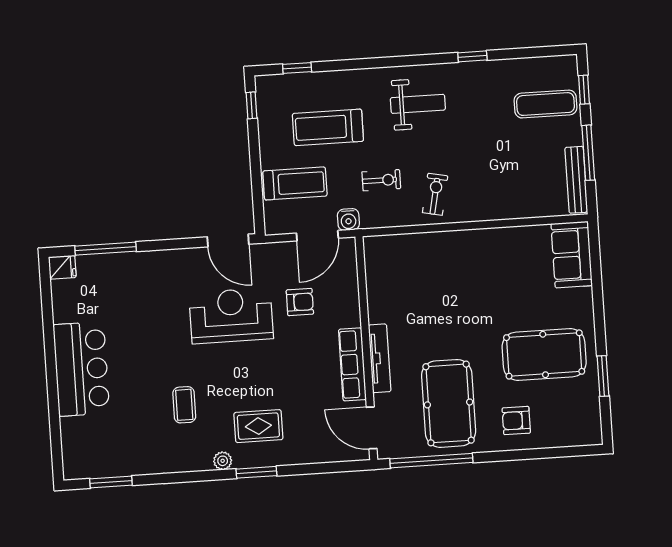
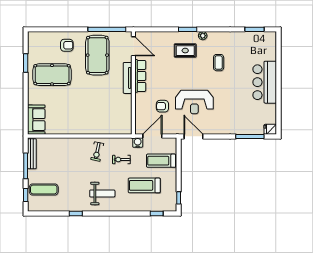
weight bench: (418, 104) -> (102, 193), turned 180
treadmill: (328, 127) -> (144, 185), turned 180

